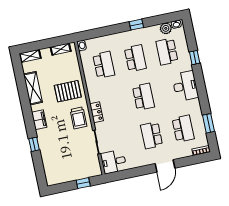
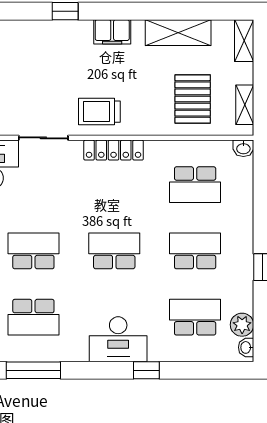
school desk: (135, 58) -> (195, 251), turned 180
window: (195, 58) -> (146, 370), moved
pallet: (68, 91) -> (193, 99), moved
school desk: (143, 97) -> (114, 251), turned 180
locker: (97, 112) -> (114, 150), width x1.53
window: (208, 123) -> (33, 370), width x1.44

